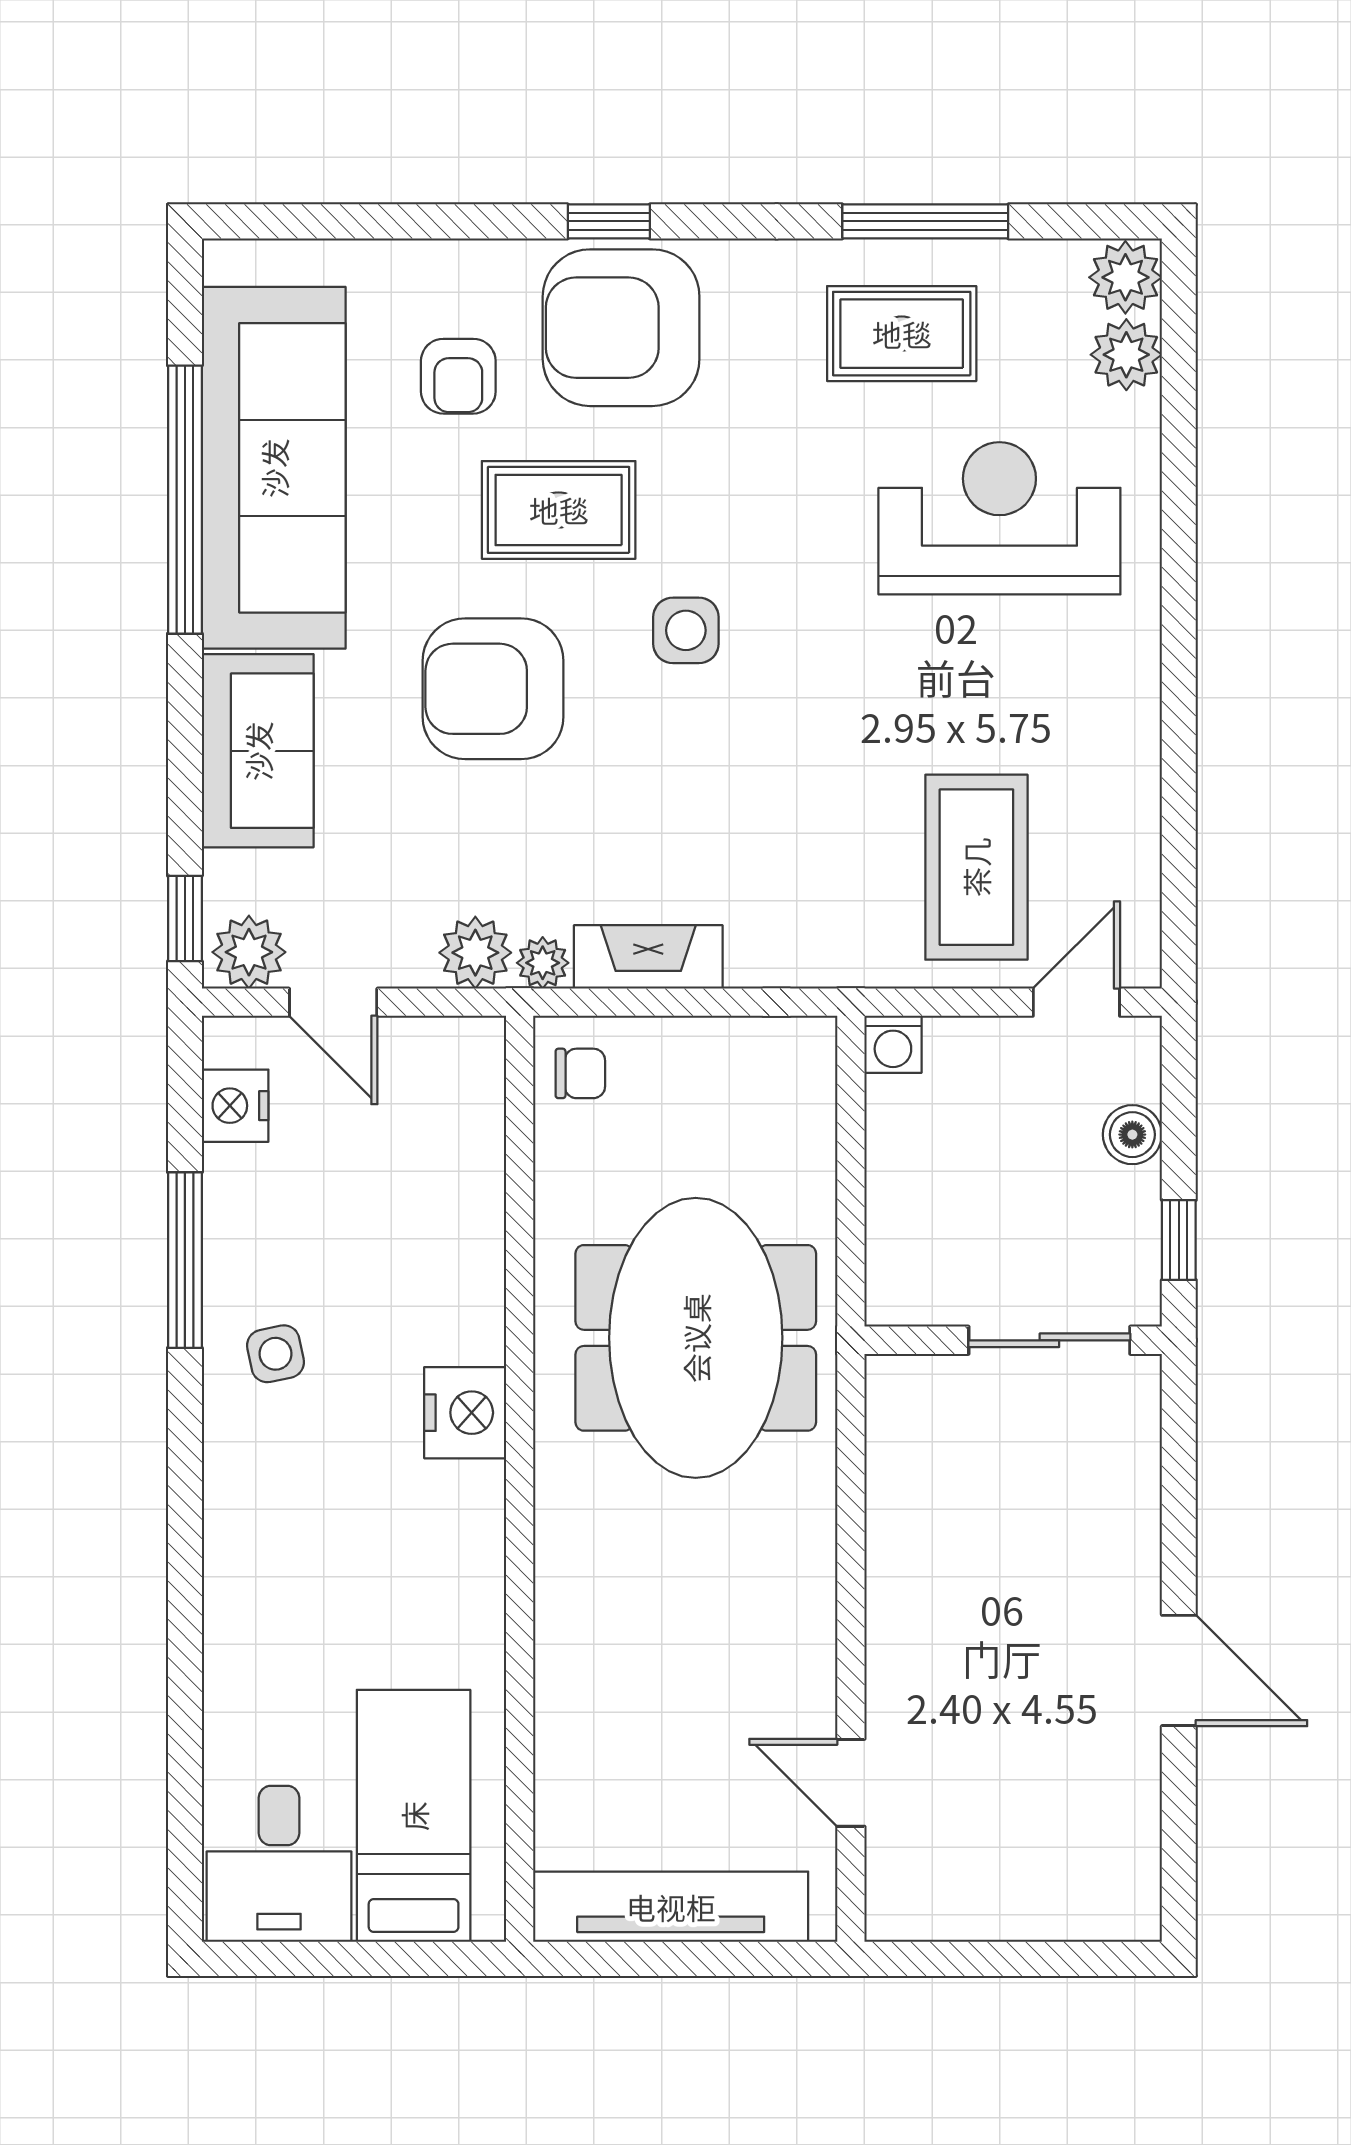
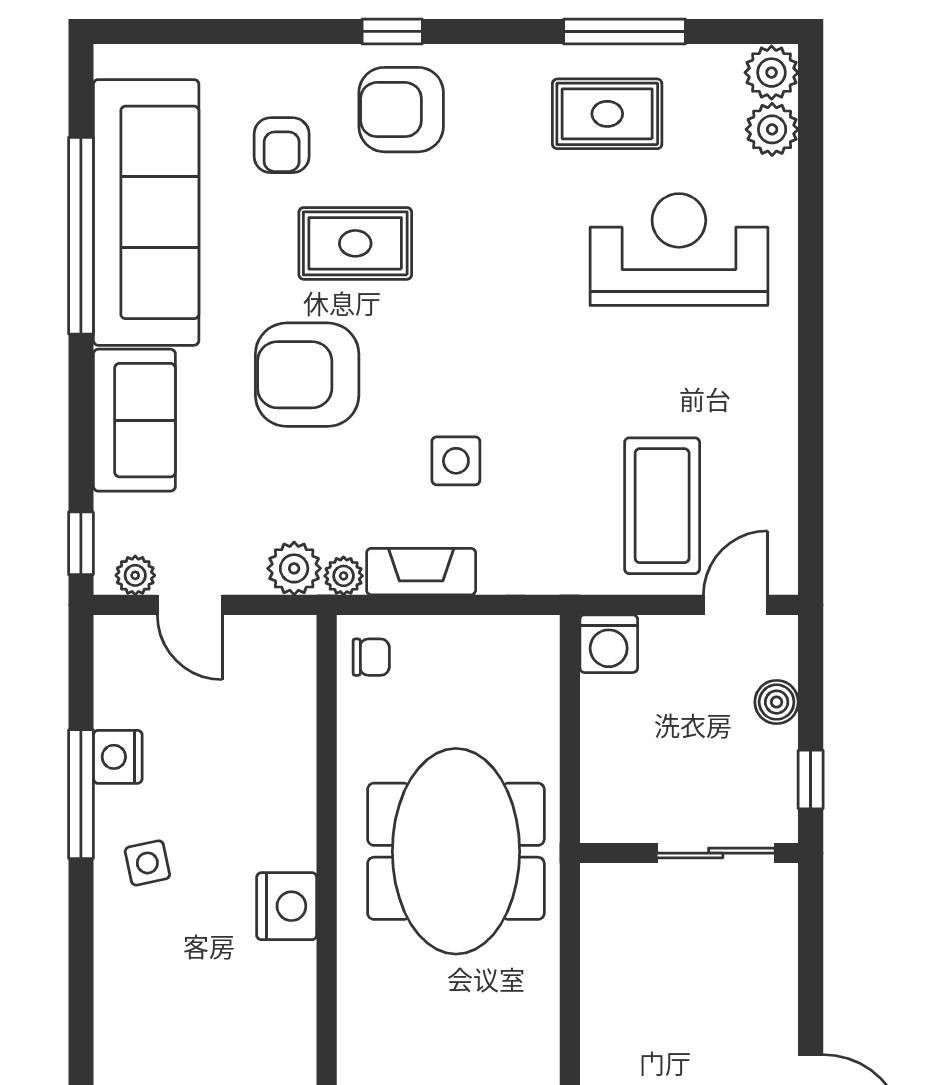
armchair: (621, 328) -> (401, 110), width x0.73, depth x0.73
side table: (686, 630) -> (456, 461), moved
plant: (249, 952) -> (135, 575), width x0.73, depth x0.73
washing machine: (893, 1044) -> (609, 644), width x1.38, depth x1.38
nightstand: (235, 1106) -> (118, 757), moved

